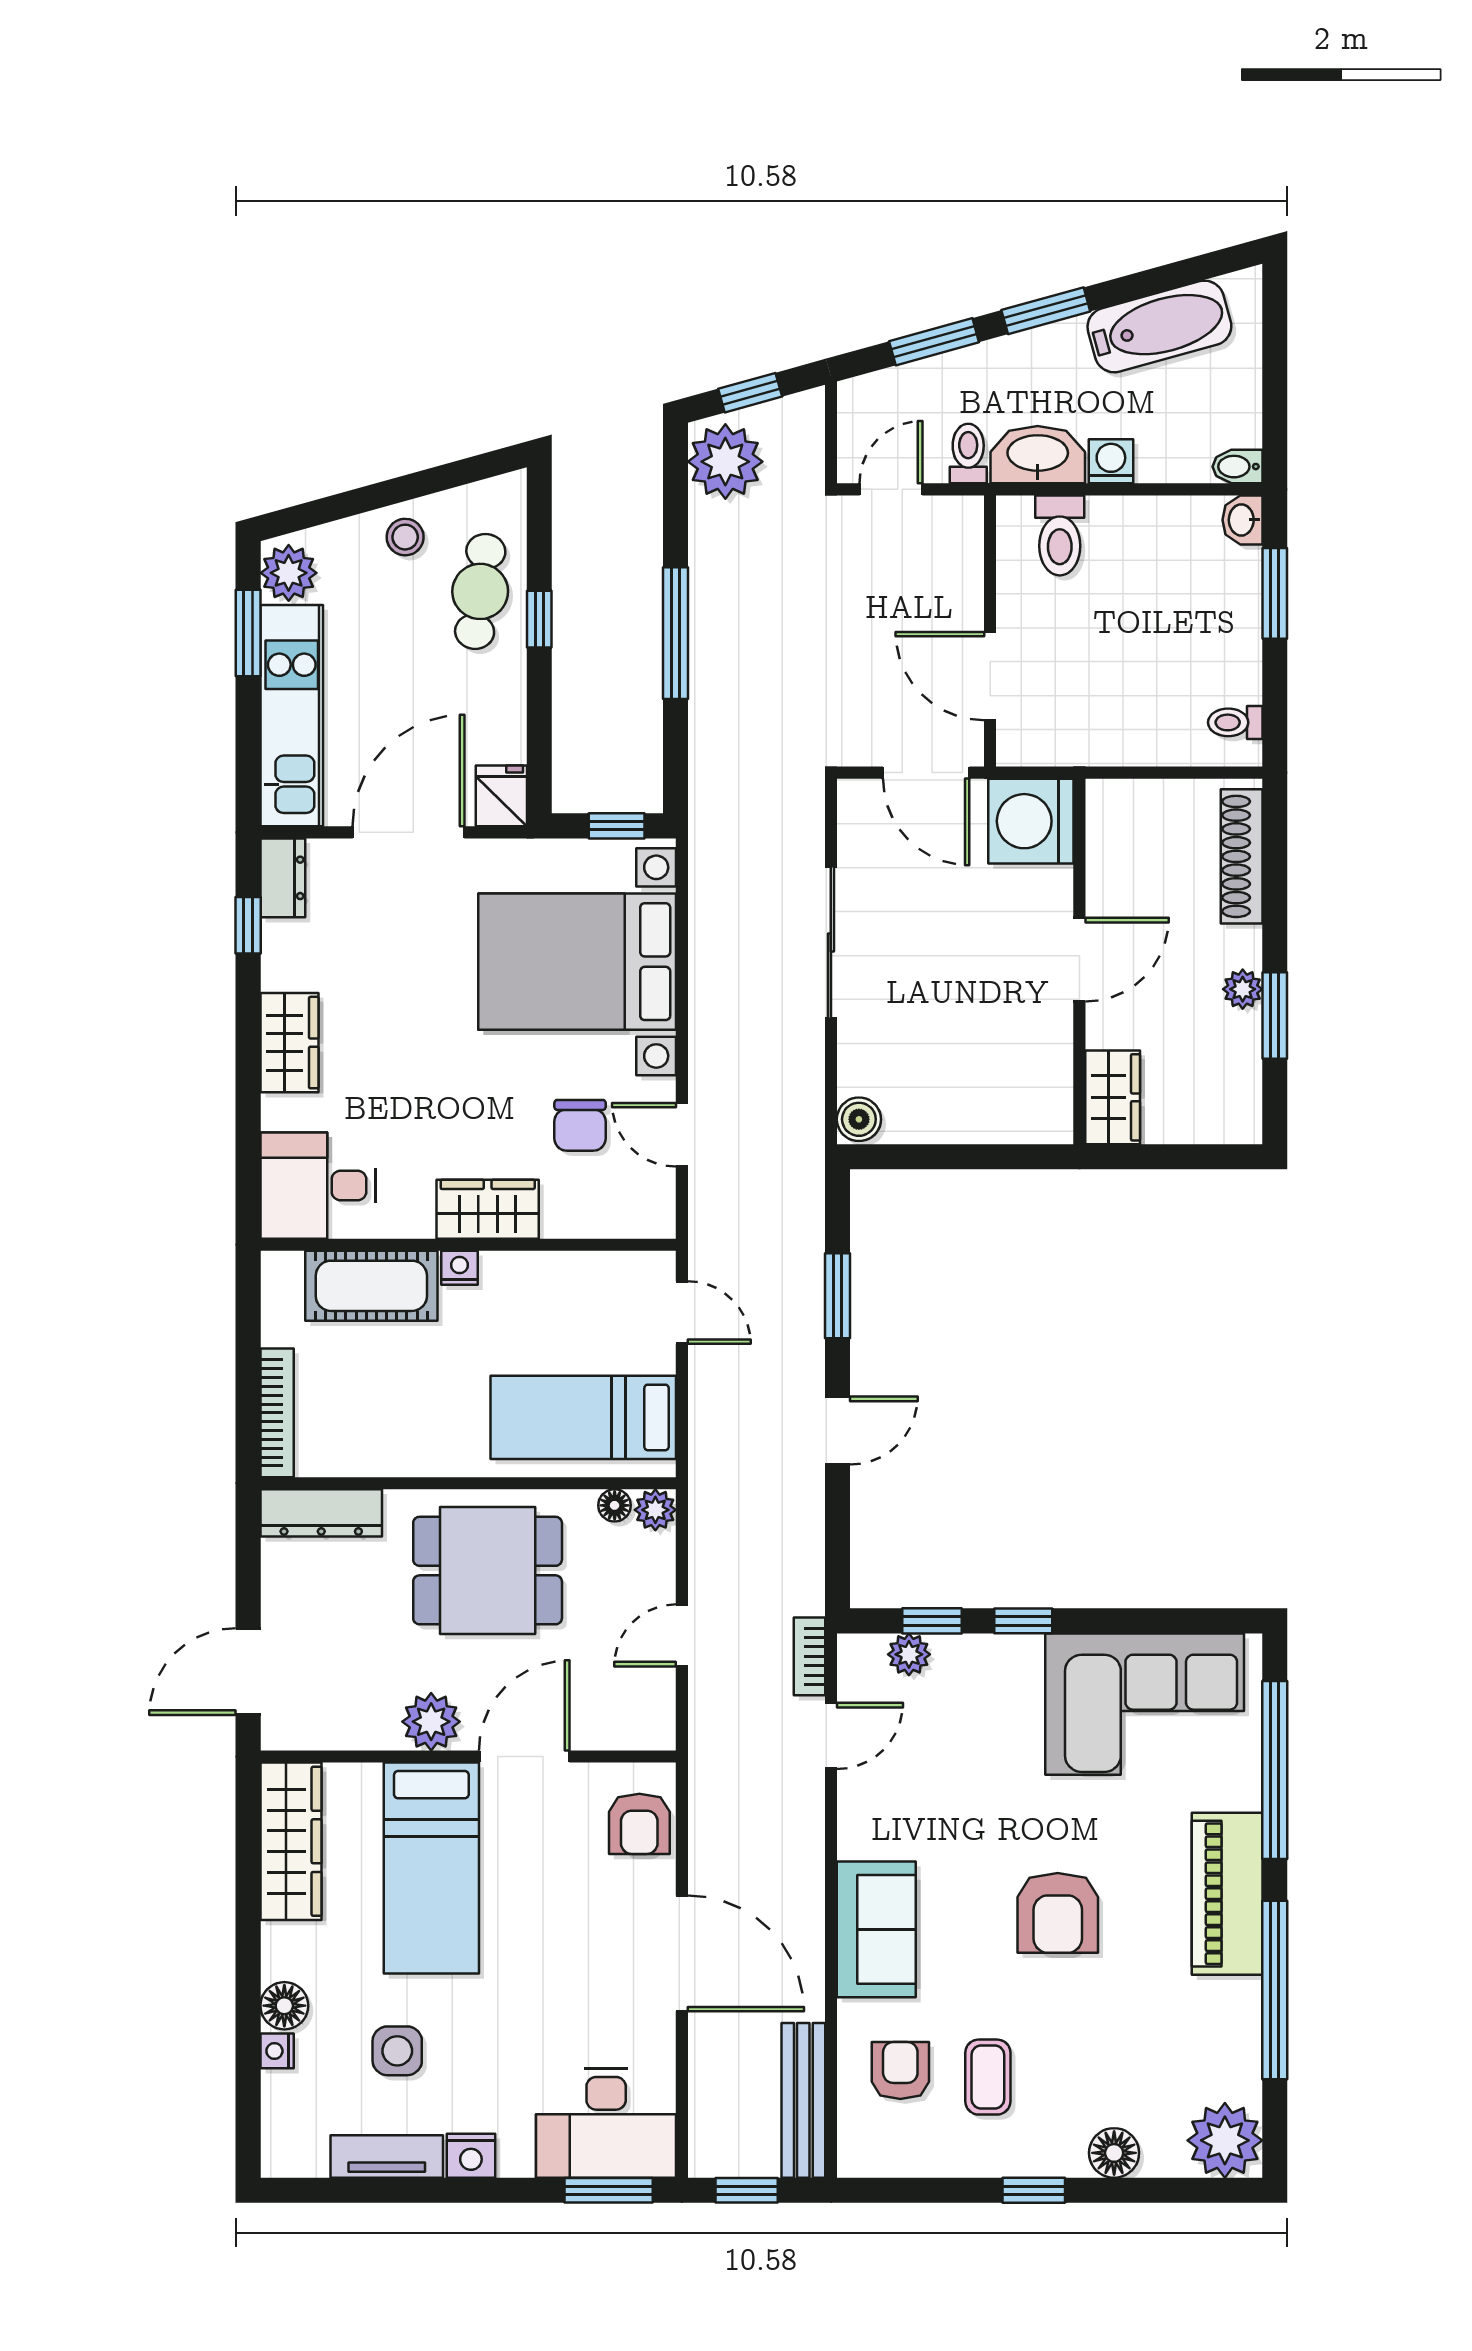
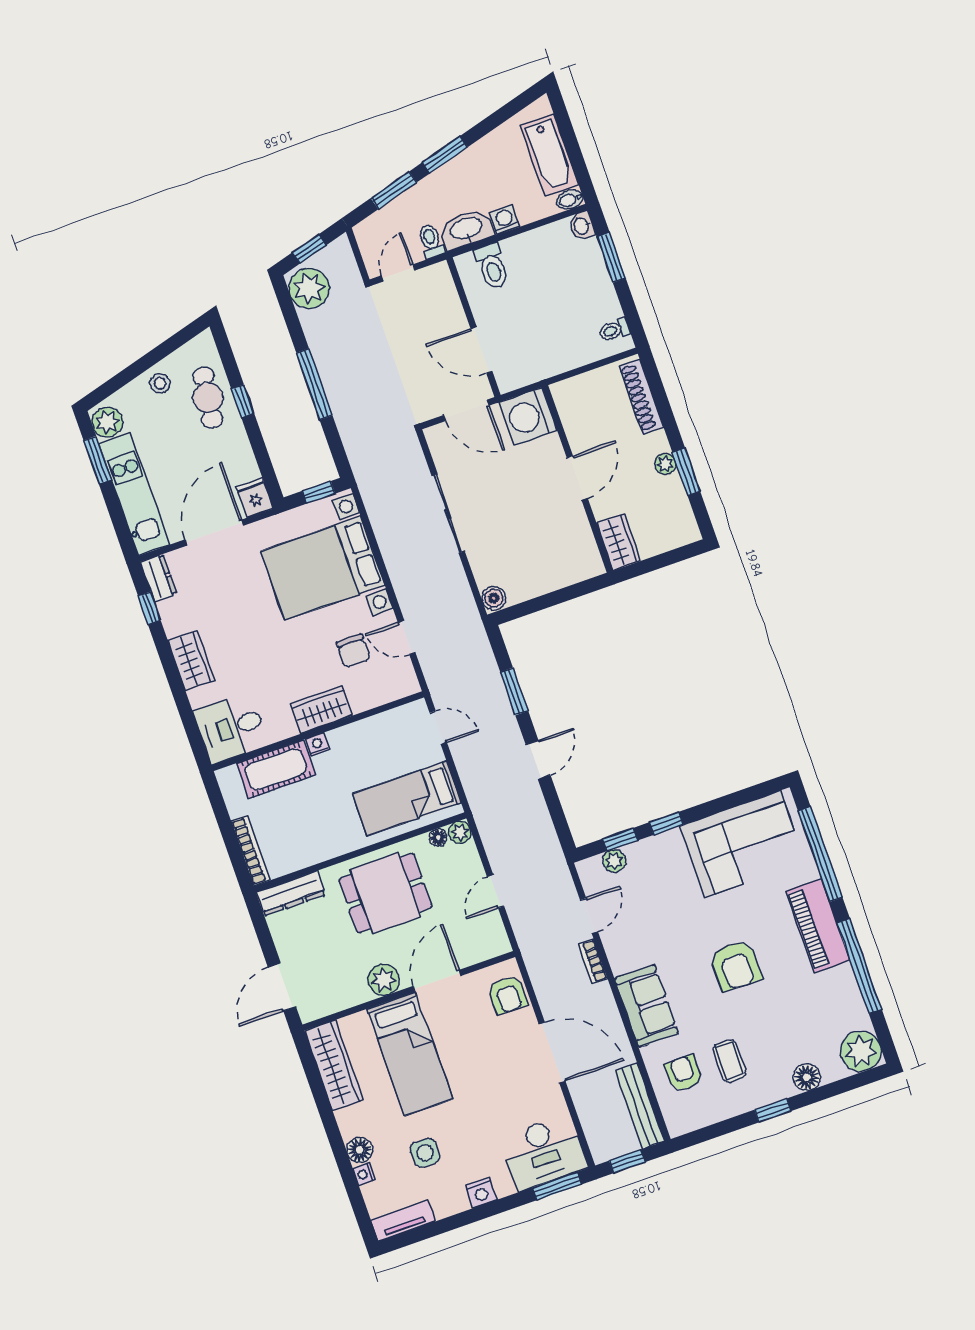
bathtub: (1159, 326) -> (549, 155), moved, turned 105
bookcase: (809, 1656) -> (593, 962), moved
tv unit: (387, 2156) -> (403, 1221), moved

